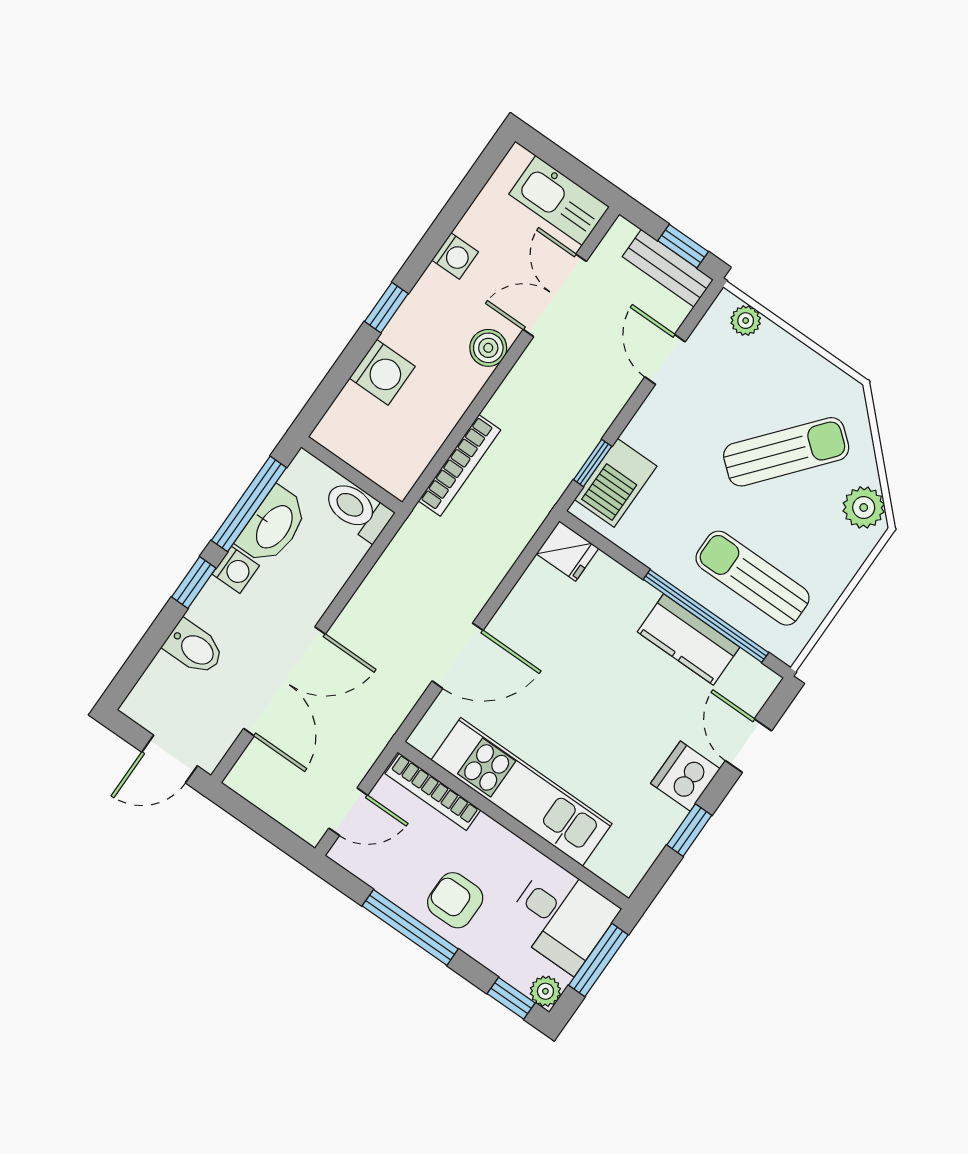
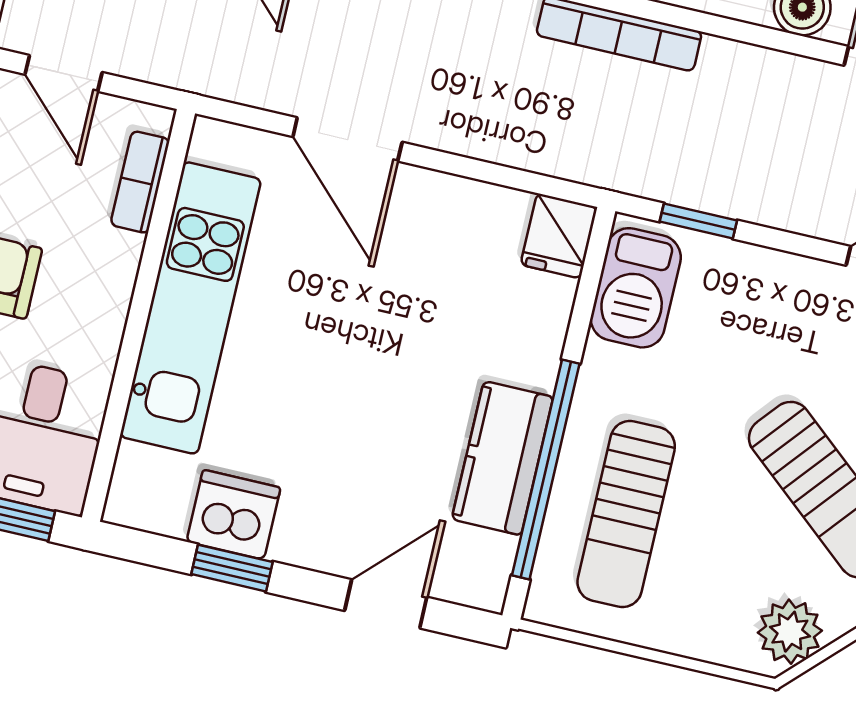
barbecue: (616, 483) -> (636, 288), moved, turned -90
sun lounger: (753, 578) -> (626, 514), turned 180
dishwasher: (685, 776) -> (233, 515), moved
bookcase: (433, 792) -> (140, 182), width x0.64

